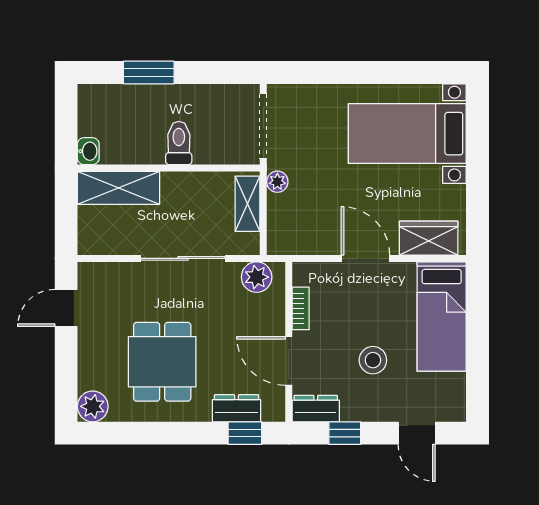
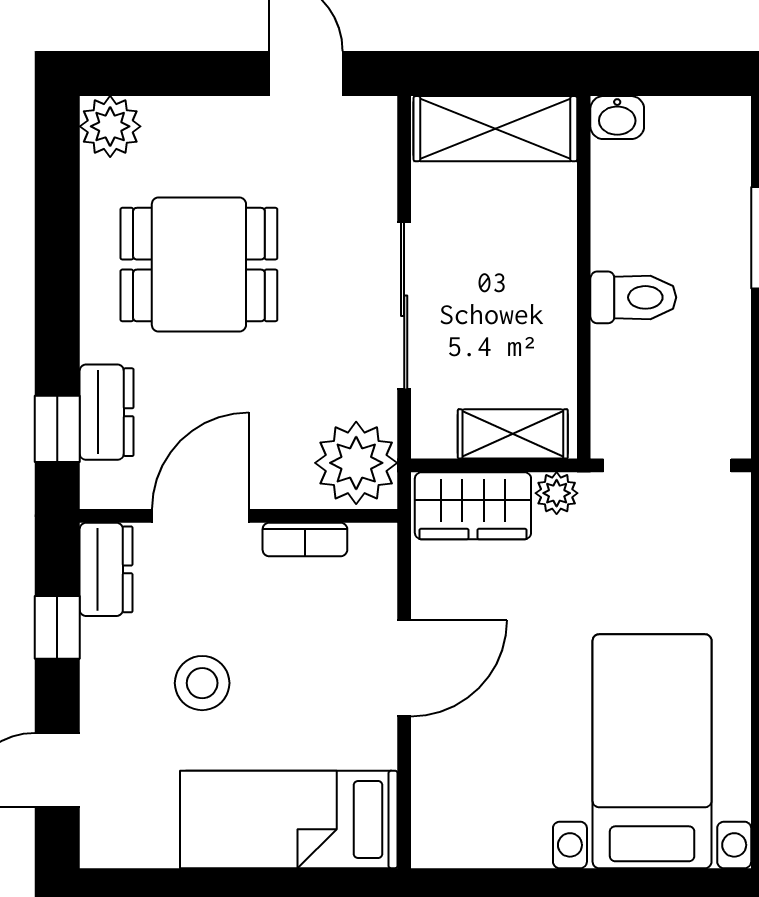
shelving: (118, 188) -> (495, 129), moved, turned 90
wardrobe: (429, 238) -> (473, 506), moved, turned 90
plant: (257, 277) -> (356, 463), width x1.36, depth x1.36

